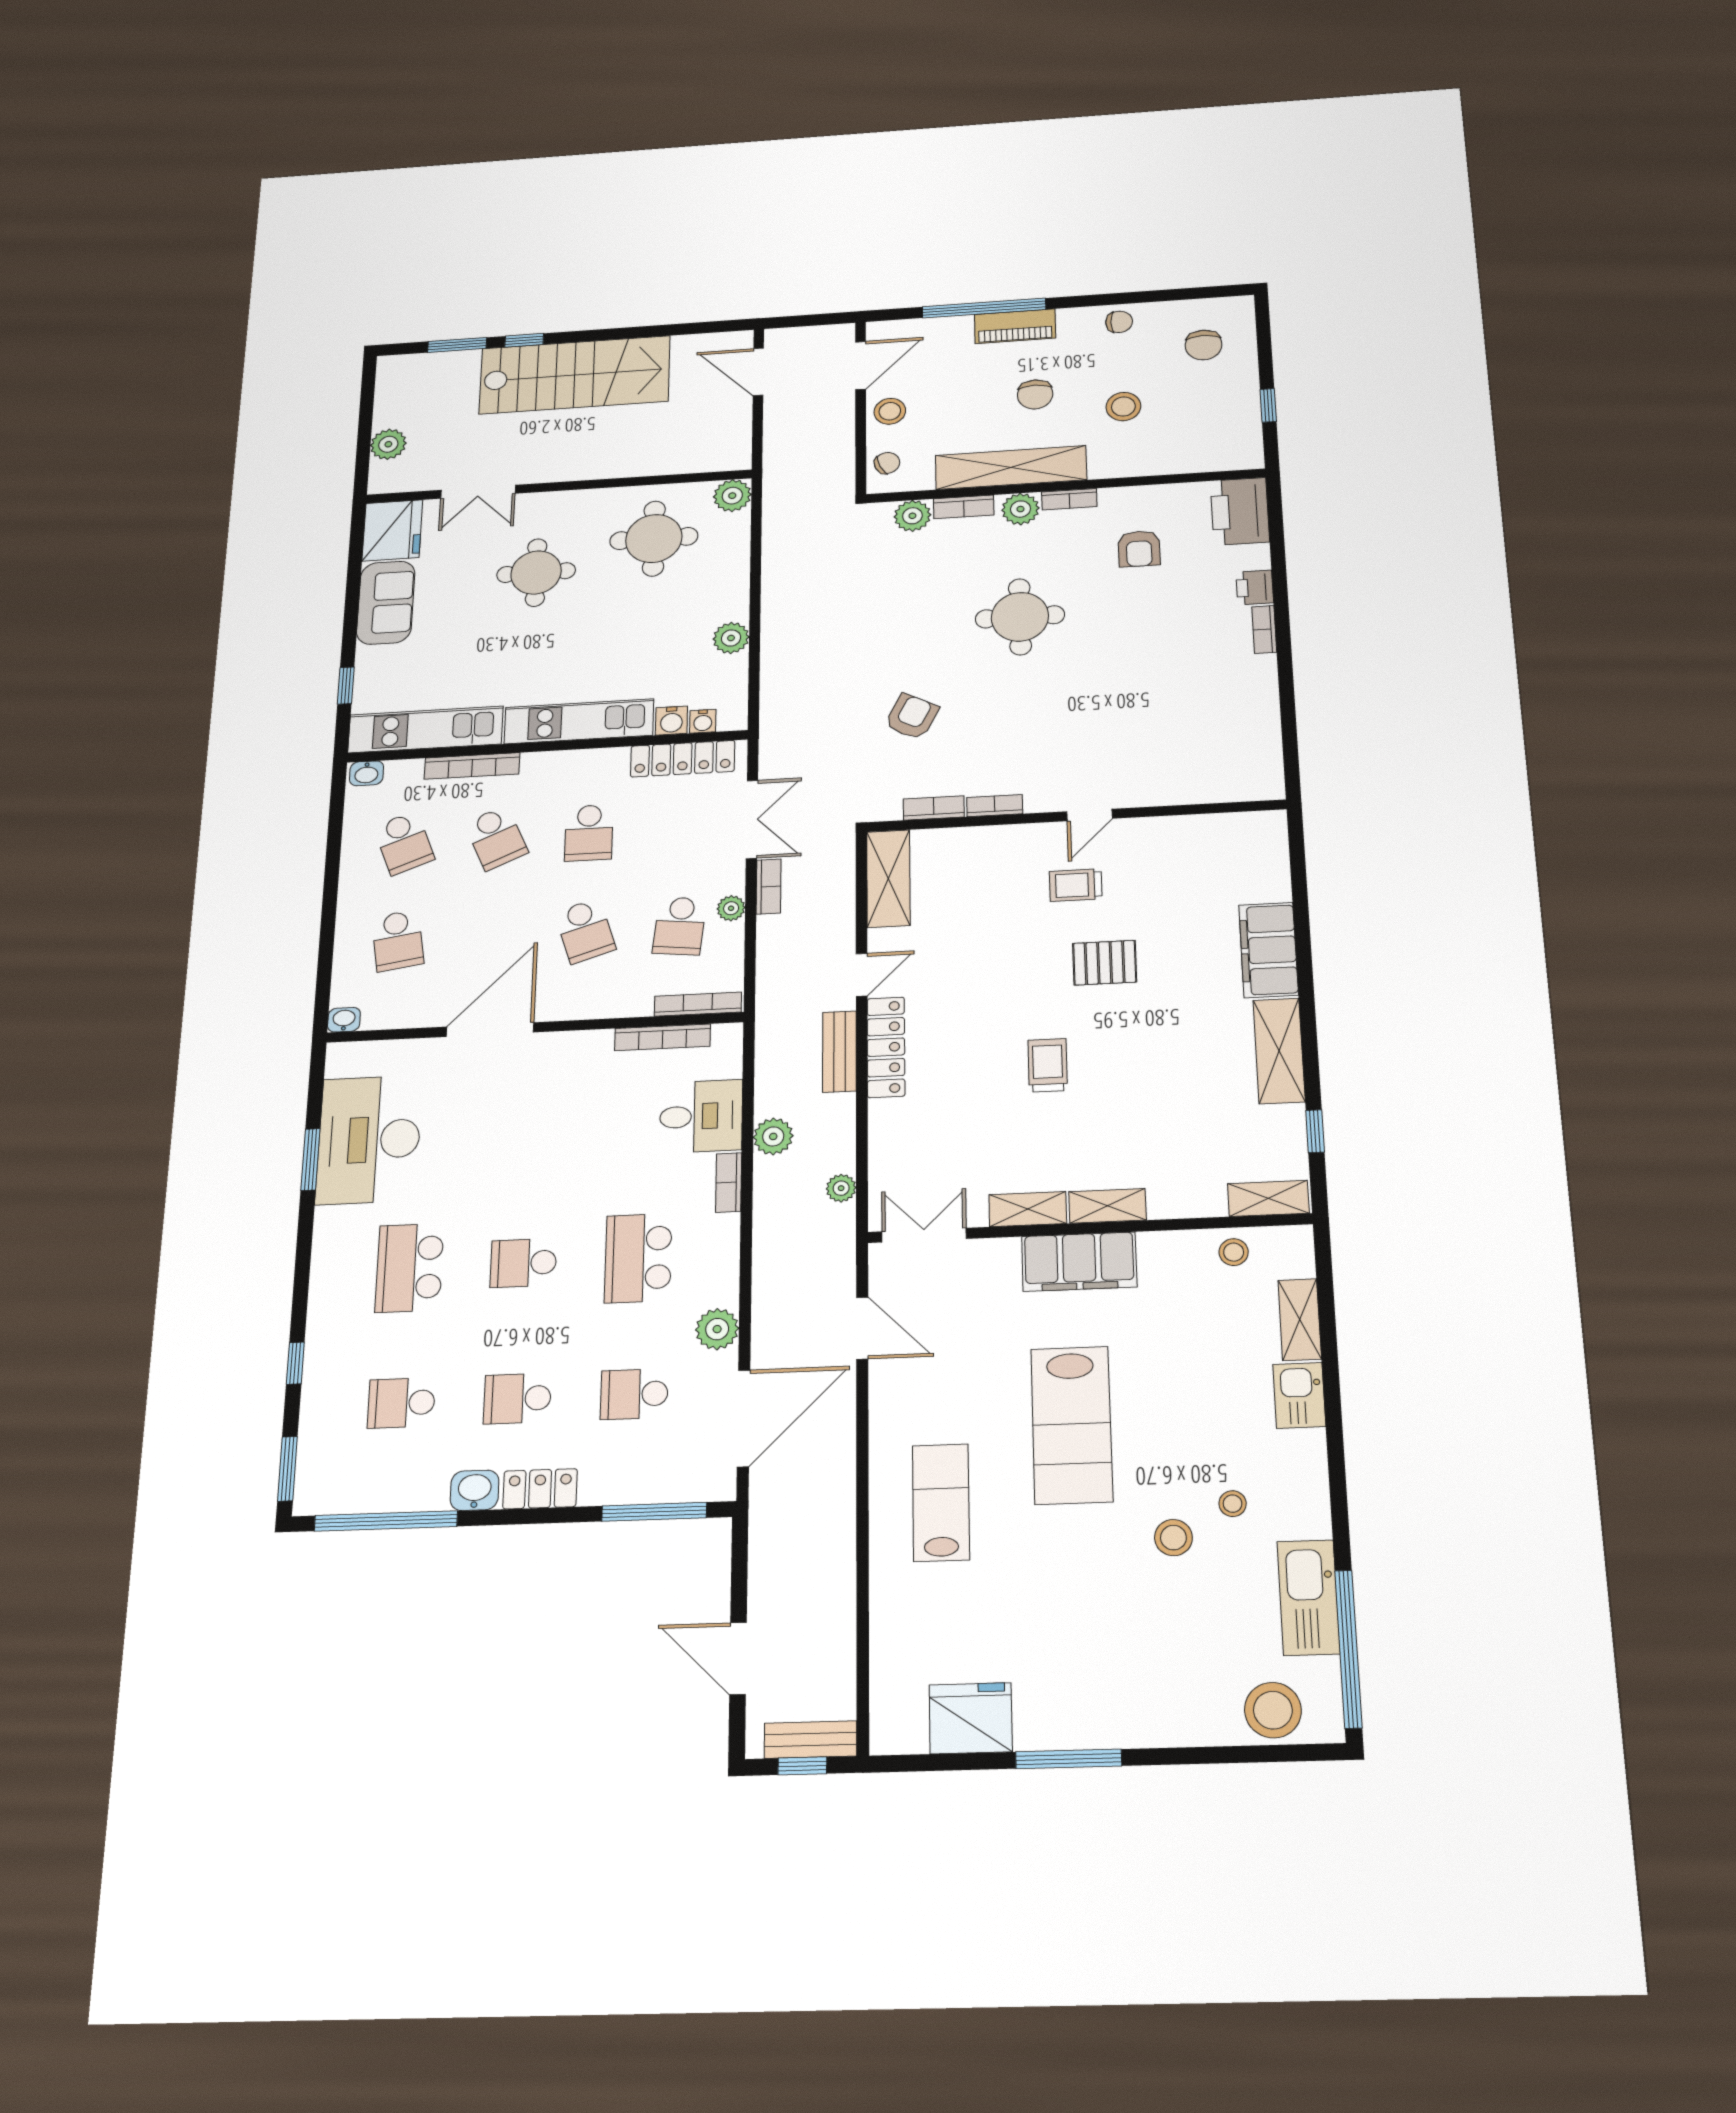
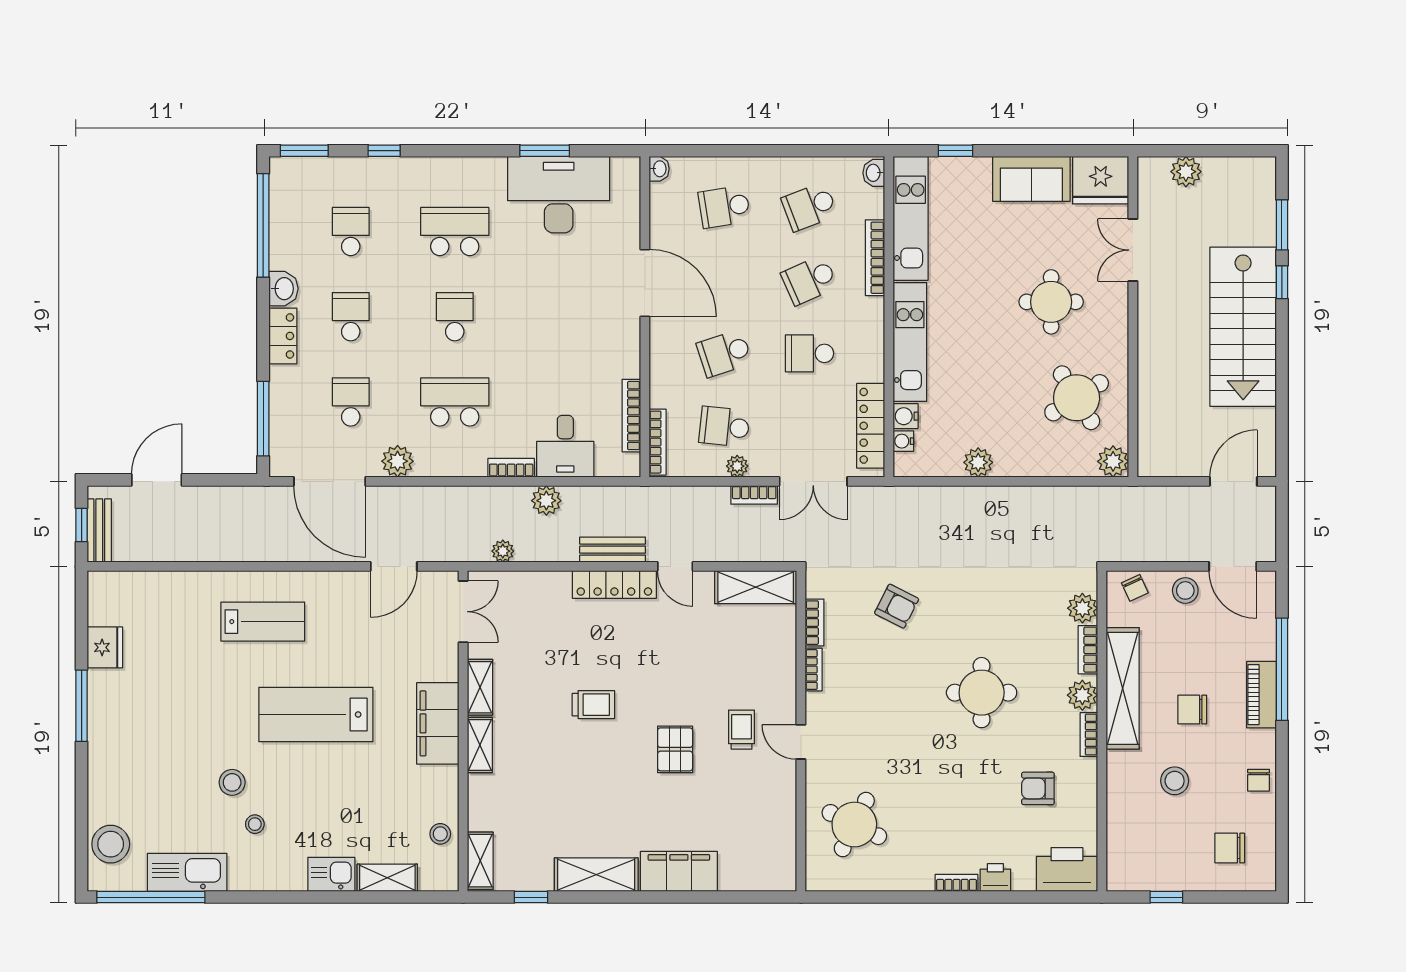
round table: (654, 539) -> (1077, 398), turned -32
round table: (1195, 748) -> (854, 825), added
fridge: (971, 1718) -> (105, 647), width x0.73, depth x0.75

